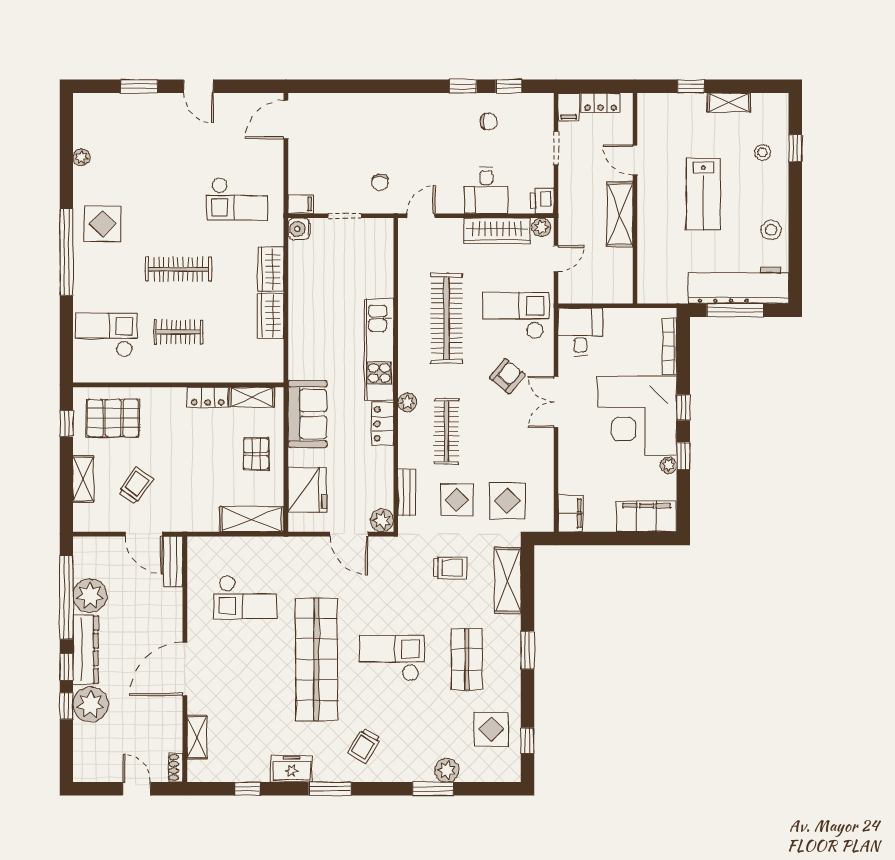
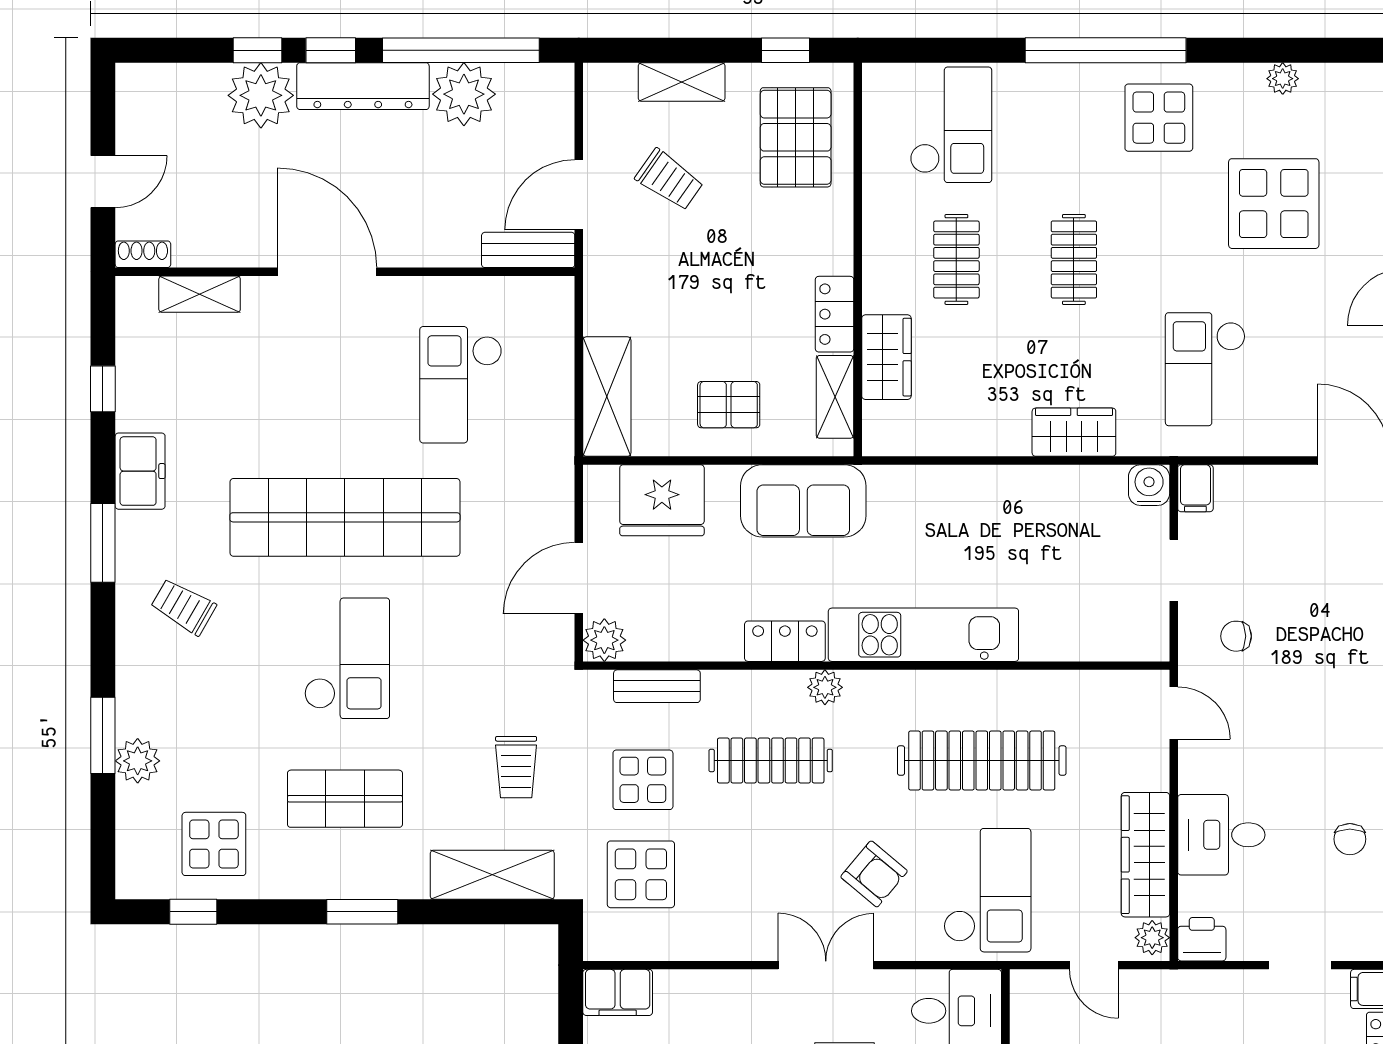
display table: (148, 162) -> (1274, 204), added
clothes rail: (178, 269) -> (1074, 259), width x0.73
wardrobe: (271, 316) -> (886, 357), moved, turned 90

